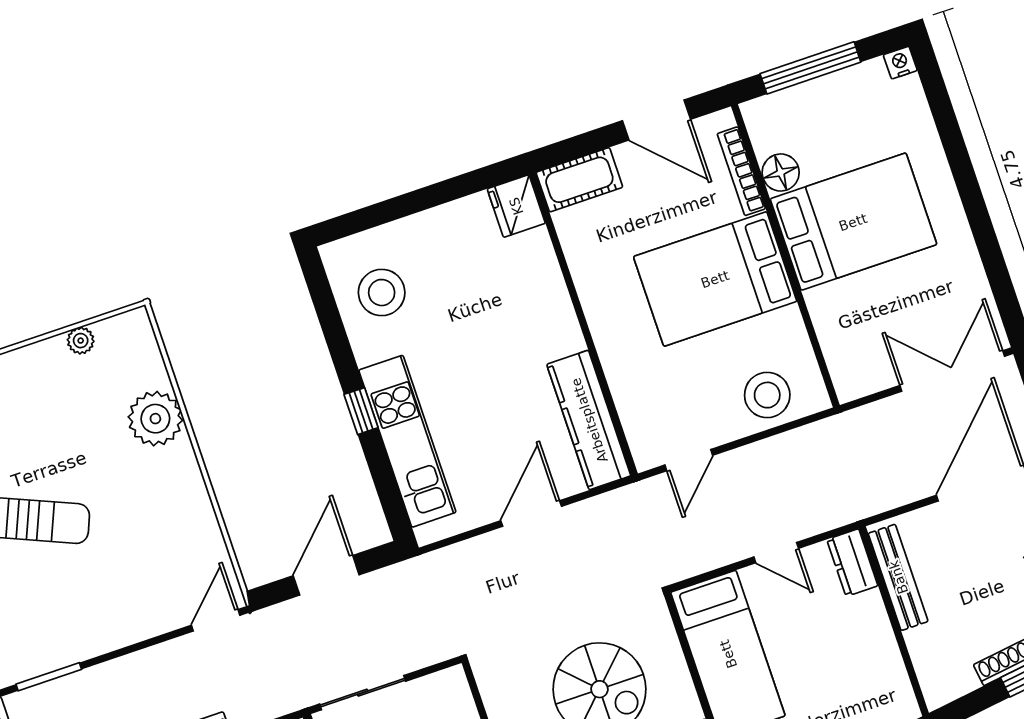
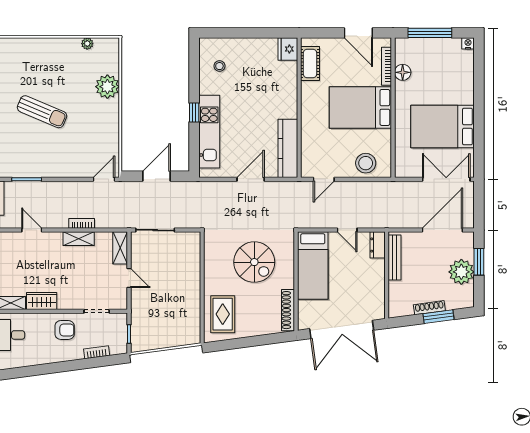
cot: (579, 180) -> (310, 64), moved, turned 90
bed: (853, 222) -> (442, 127), moved, turned 180
stool: (382, 293) -> (219, 66), width x0.53, depth x0.53

